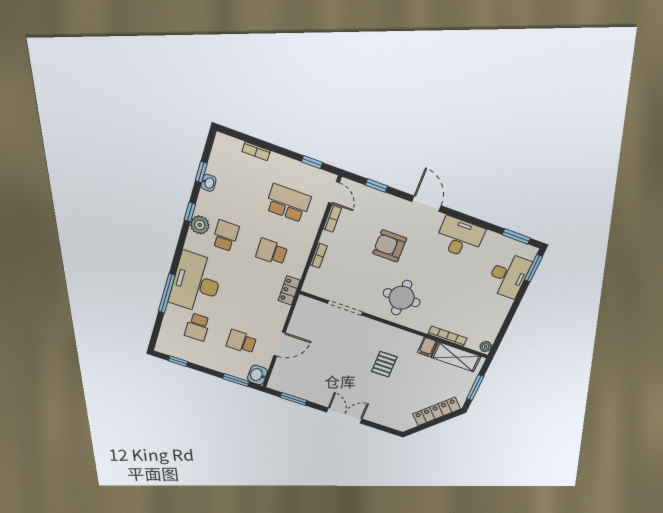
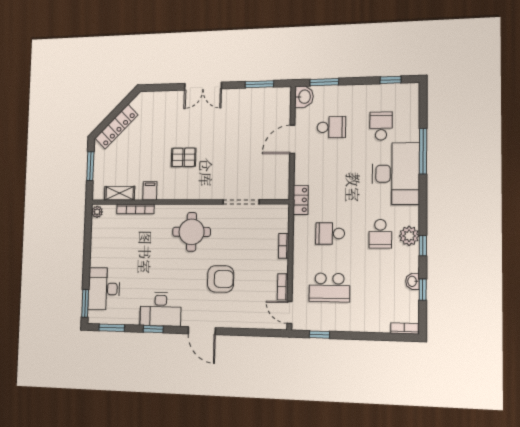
bookcase: (256, 151) -> (404, 328), moved
window: (376, 186) -> (153, 329), moved
school desk: (272, 252) -> (330, 233), turned 180
shelving: (456, 357) -> (120, 193), width x0.67, depth x0.75
pallet: (384, 364) -> (184, 157), turned 90

